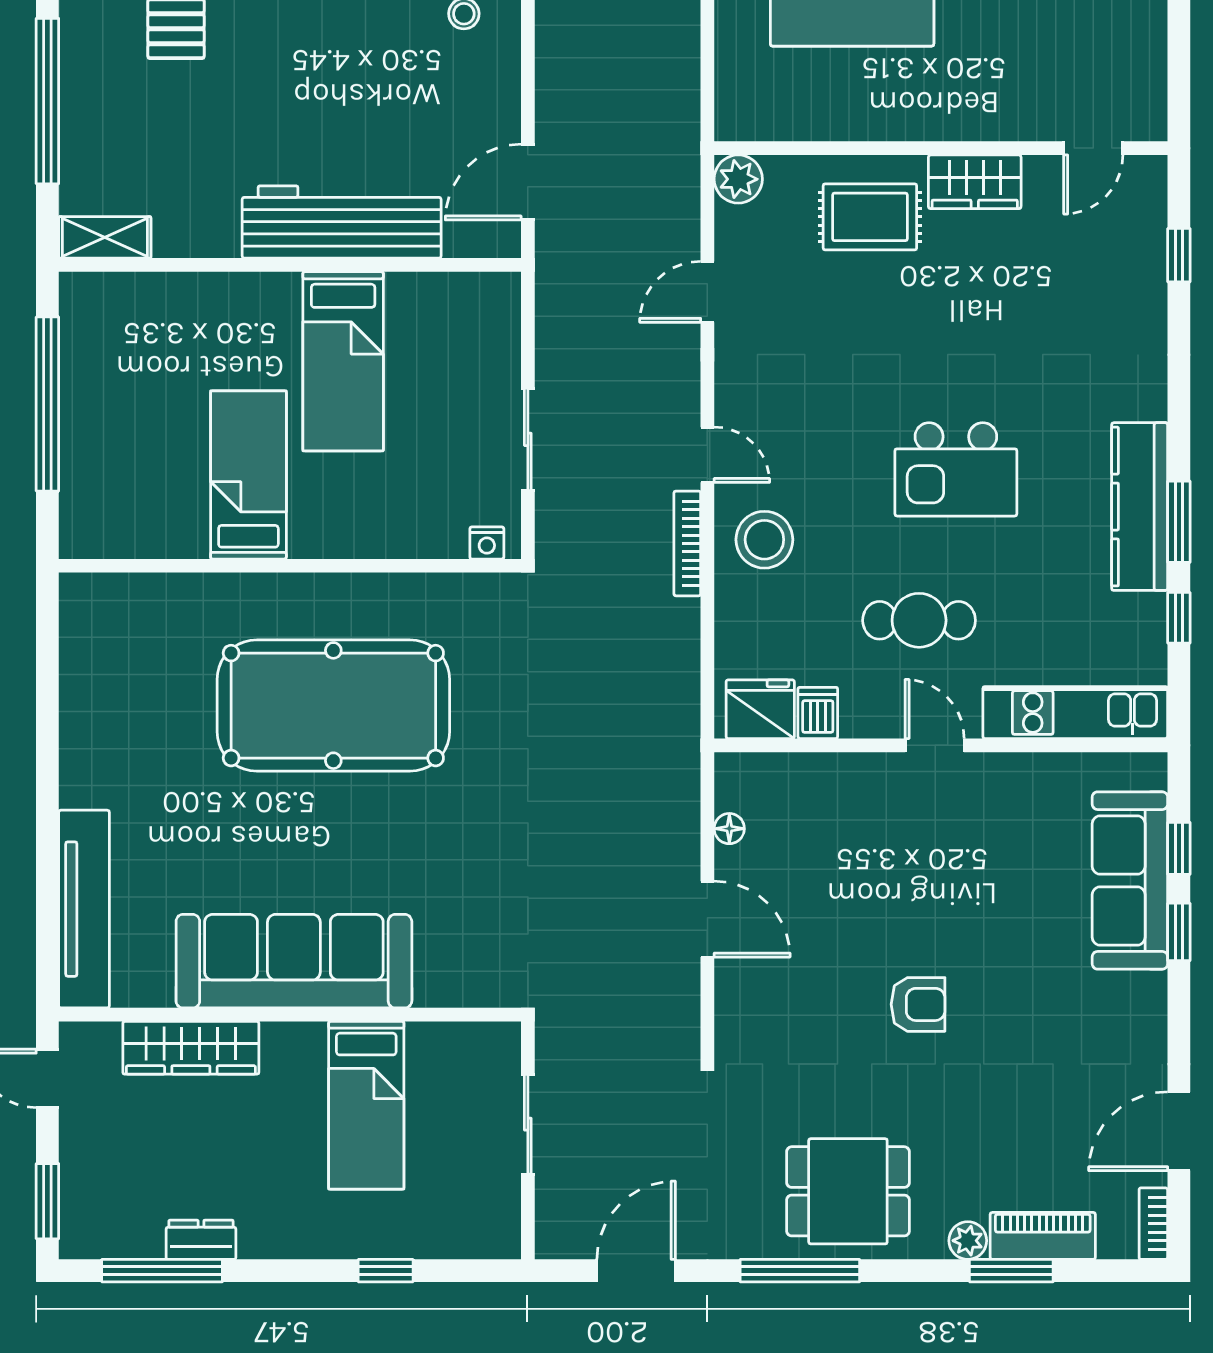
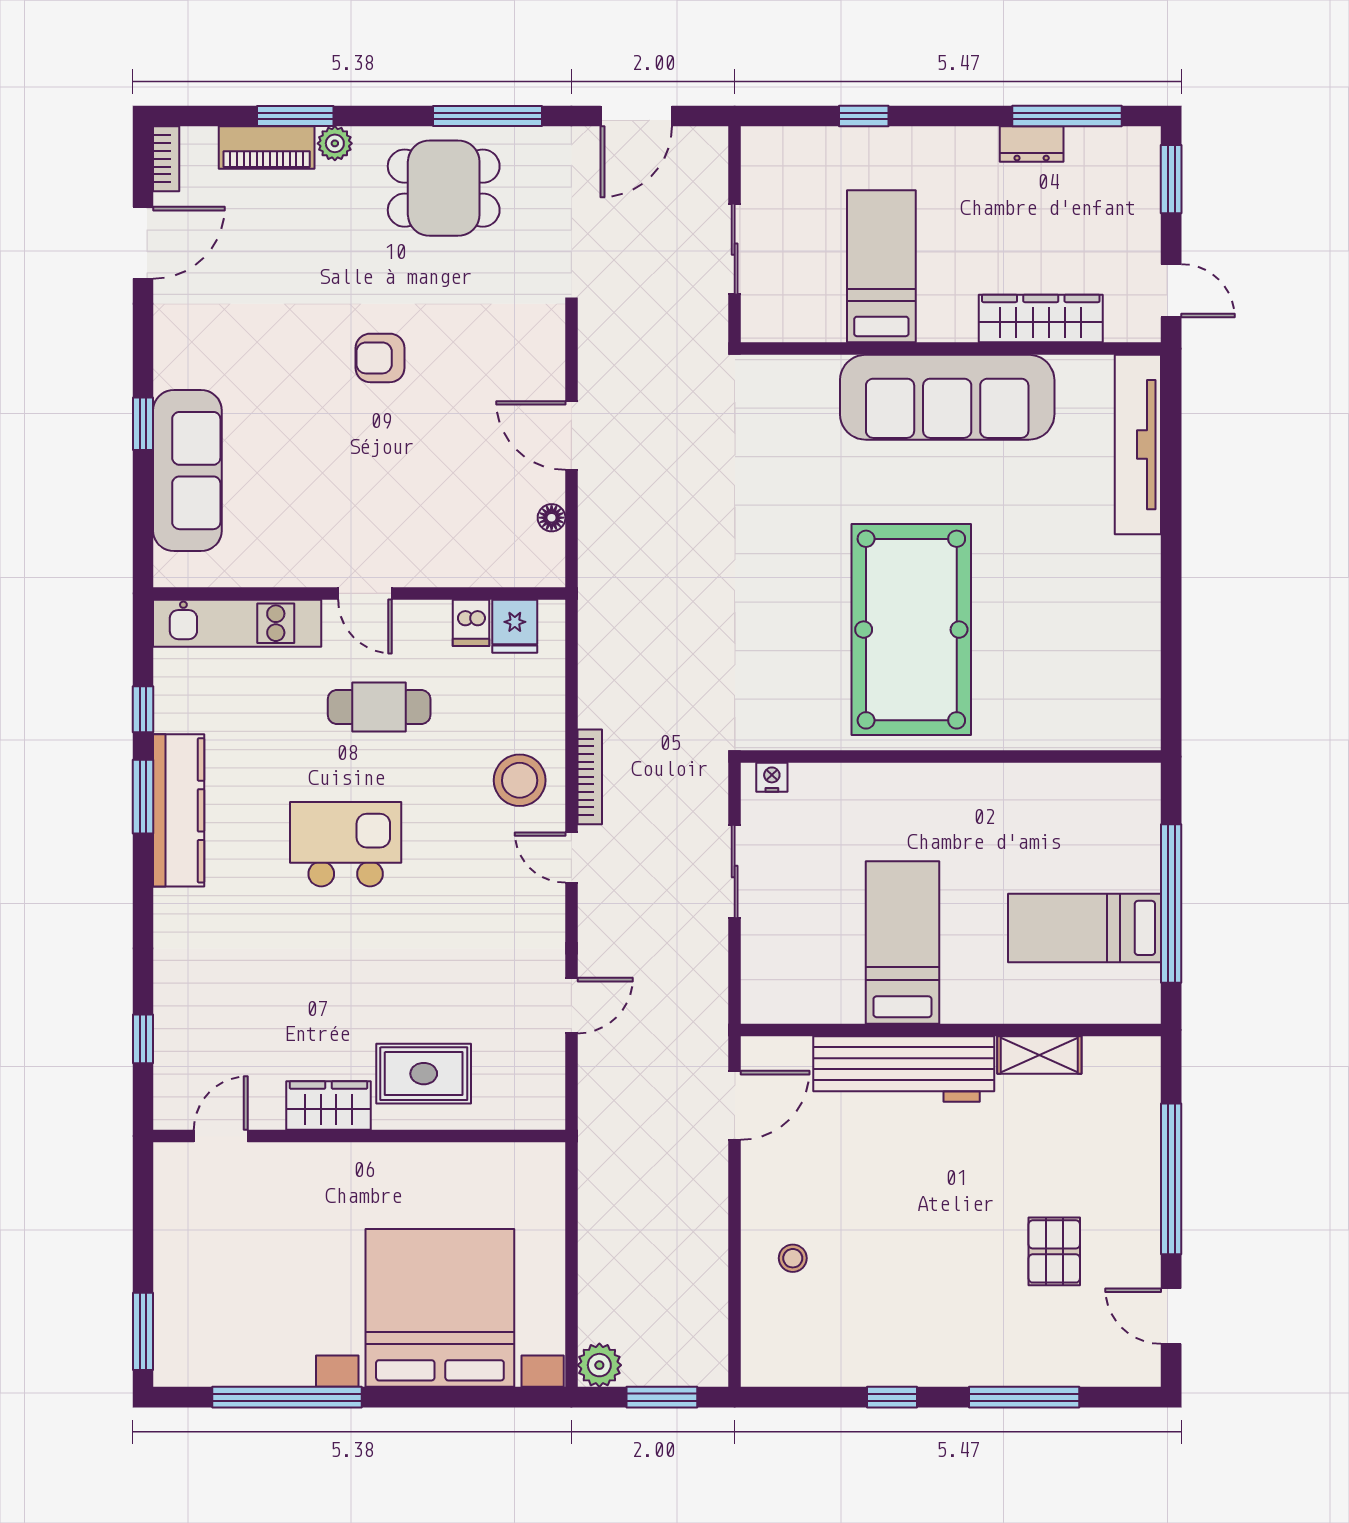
plant: (738, 179) -> (543, 1108), removed
shelving: (105, 237) -> (1039, 1055), moved
bed: (248, 475) -> (1085, 928), moved, turned 90
pool table: (333, 706) -> (911, 630), turned 90
fridge: (760, 709) -> (515, 626), width x0.72
window: (1179, 848) -> (143, 500), removed

